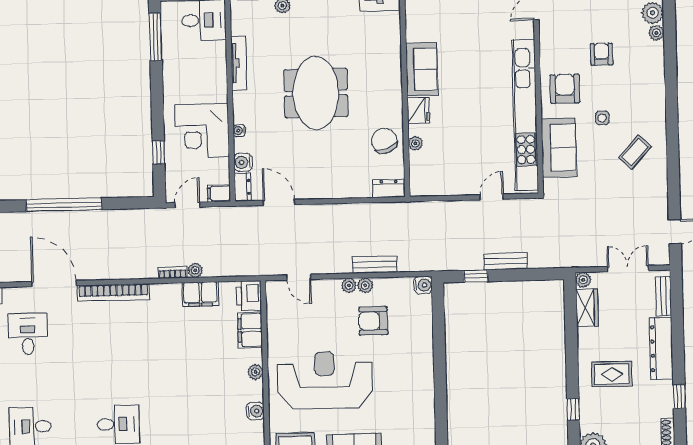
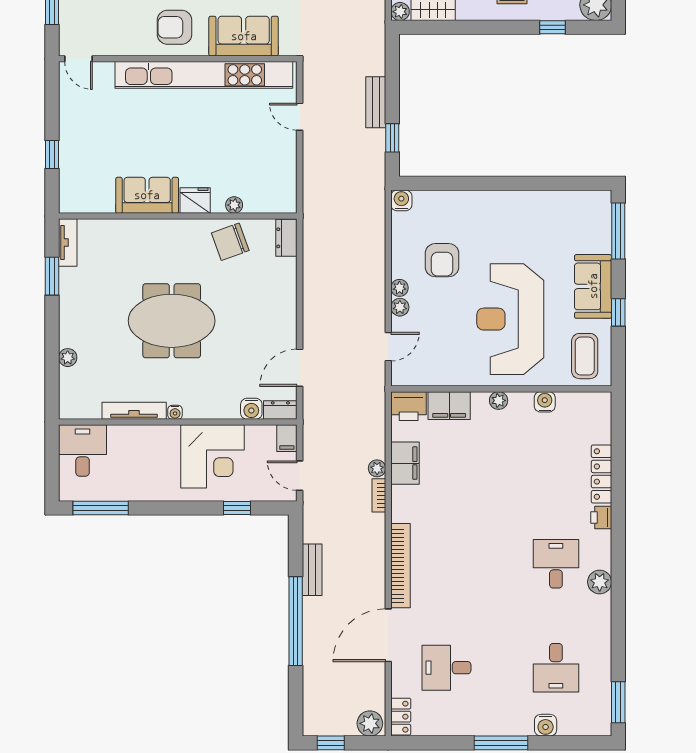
water cooler: (239, 131) -> (175, 412), moved
bench: (375, 265) -> (312, 570), moved
plant: (365, 285) -> (400, 307), moved

